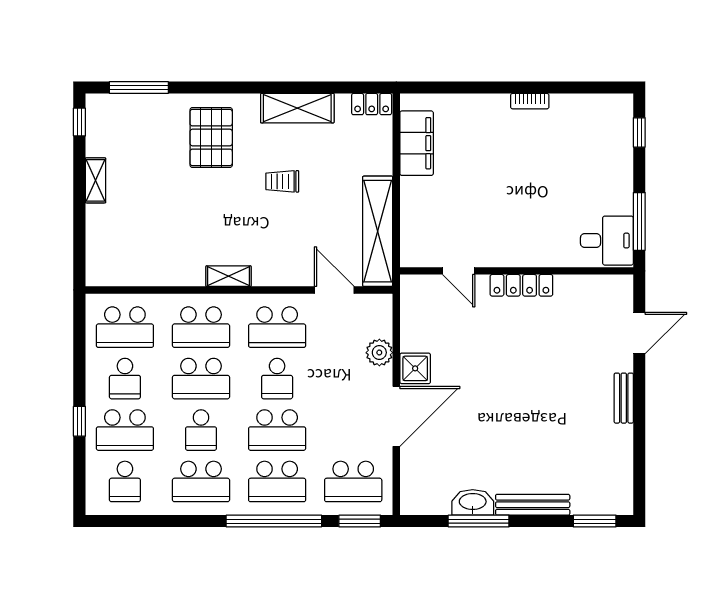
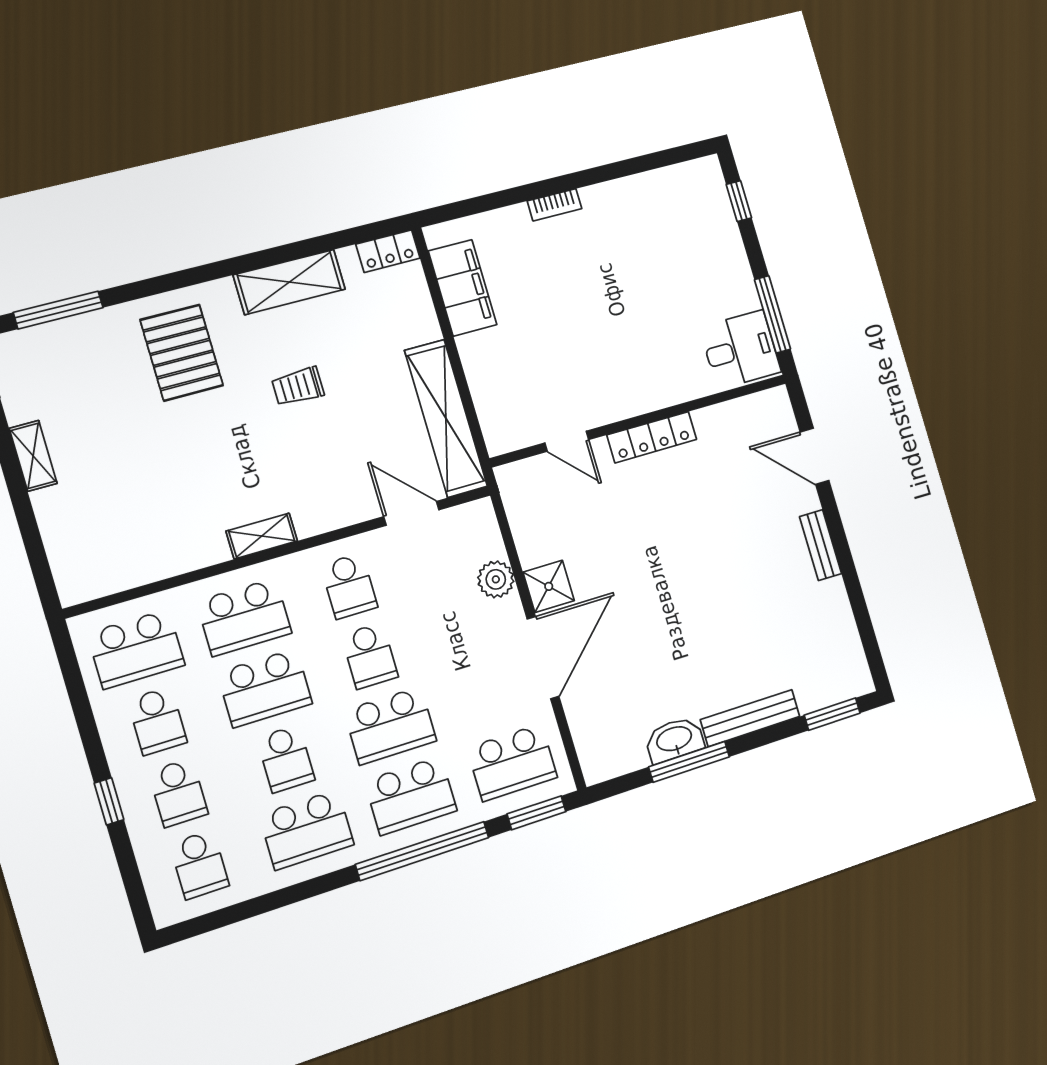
bookcase: (530, 101) -> (555, 205), moved
school desk: (277, 327) -> (349, 586), width x0.54
door: (639, 333) -> (815, 456), swing flipped
school desk: (125, 430) -> (178, 793), width x0.54

